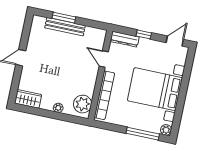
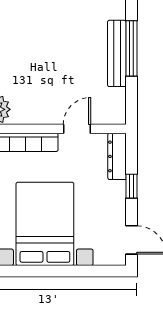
window: (64, 18) -> (132, 48), width x1.44

